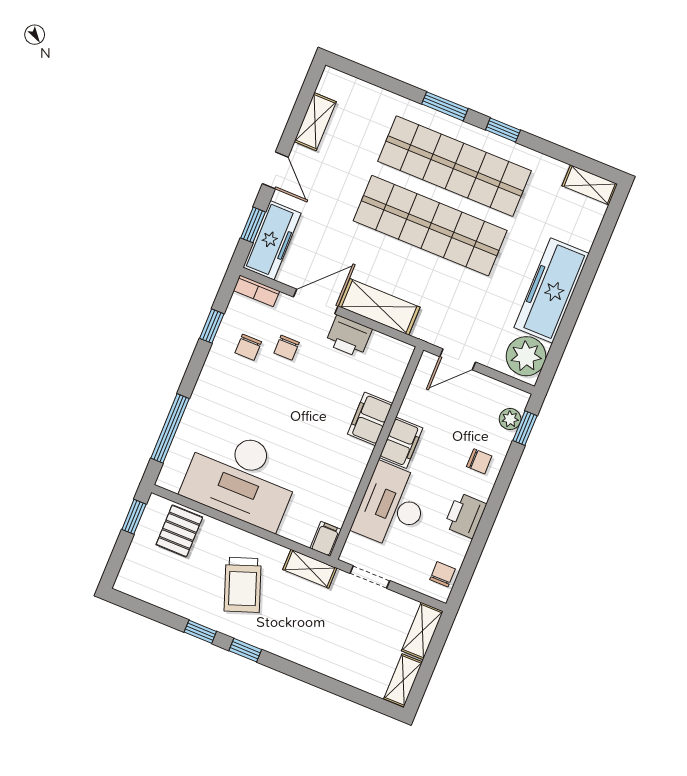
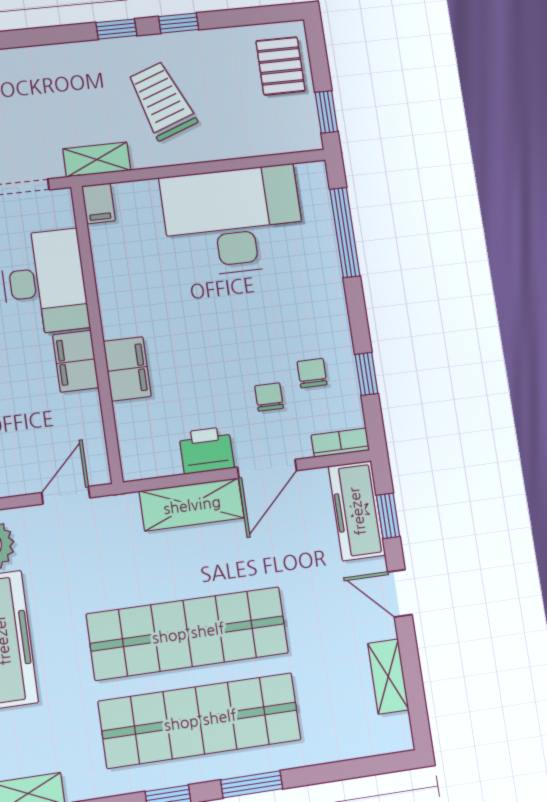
pallet: (179, 531) -> (281, 66), moved

